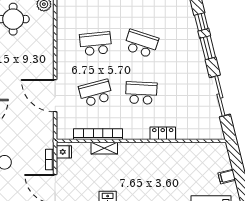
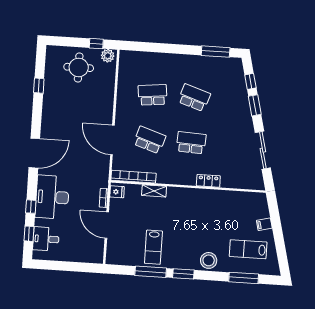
school desk: (96, 93) -> (150, 140), turned 33
bookcase: (98, 134) -> (134, 177), moved

